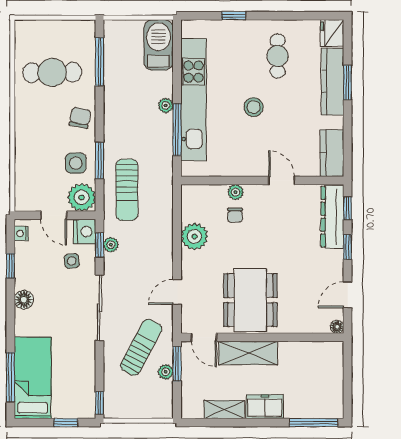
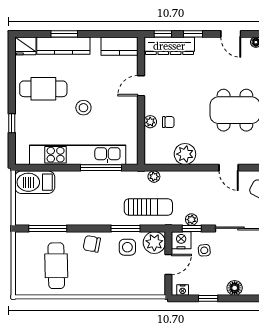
cafe table: (278, 56) -> (43, 89), width x1.37, depth x1.35
plant: (166, 105) -> (154, 177), moved

